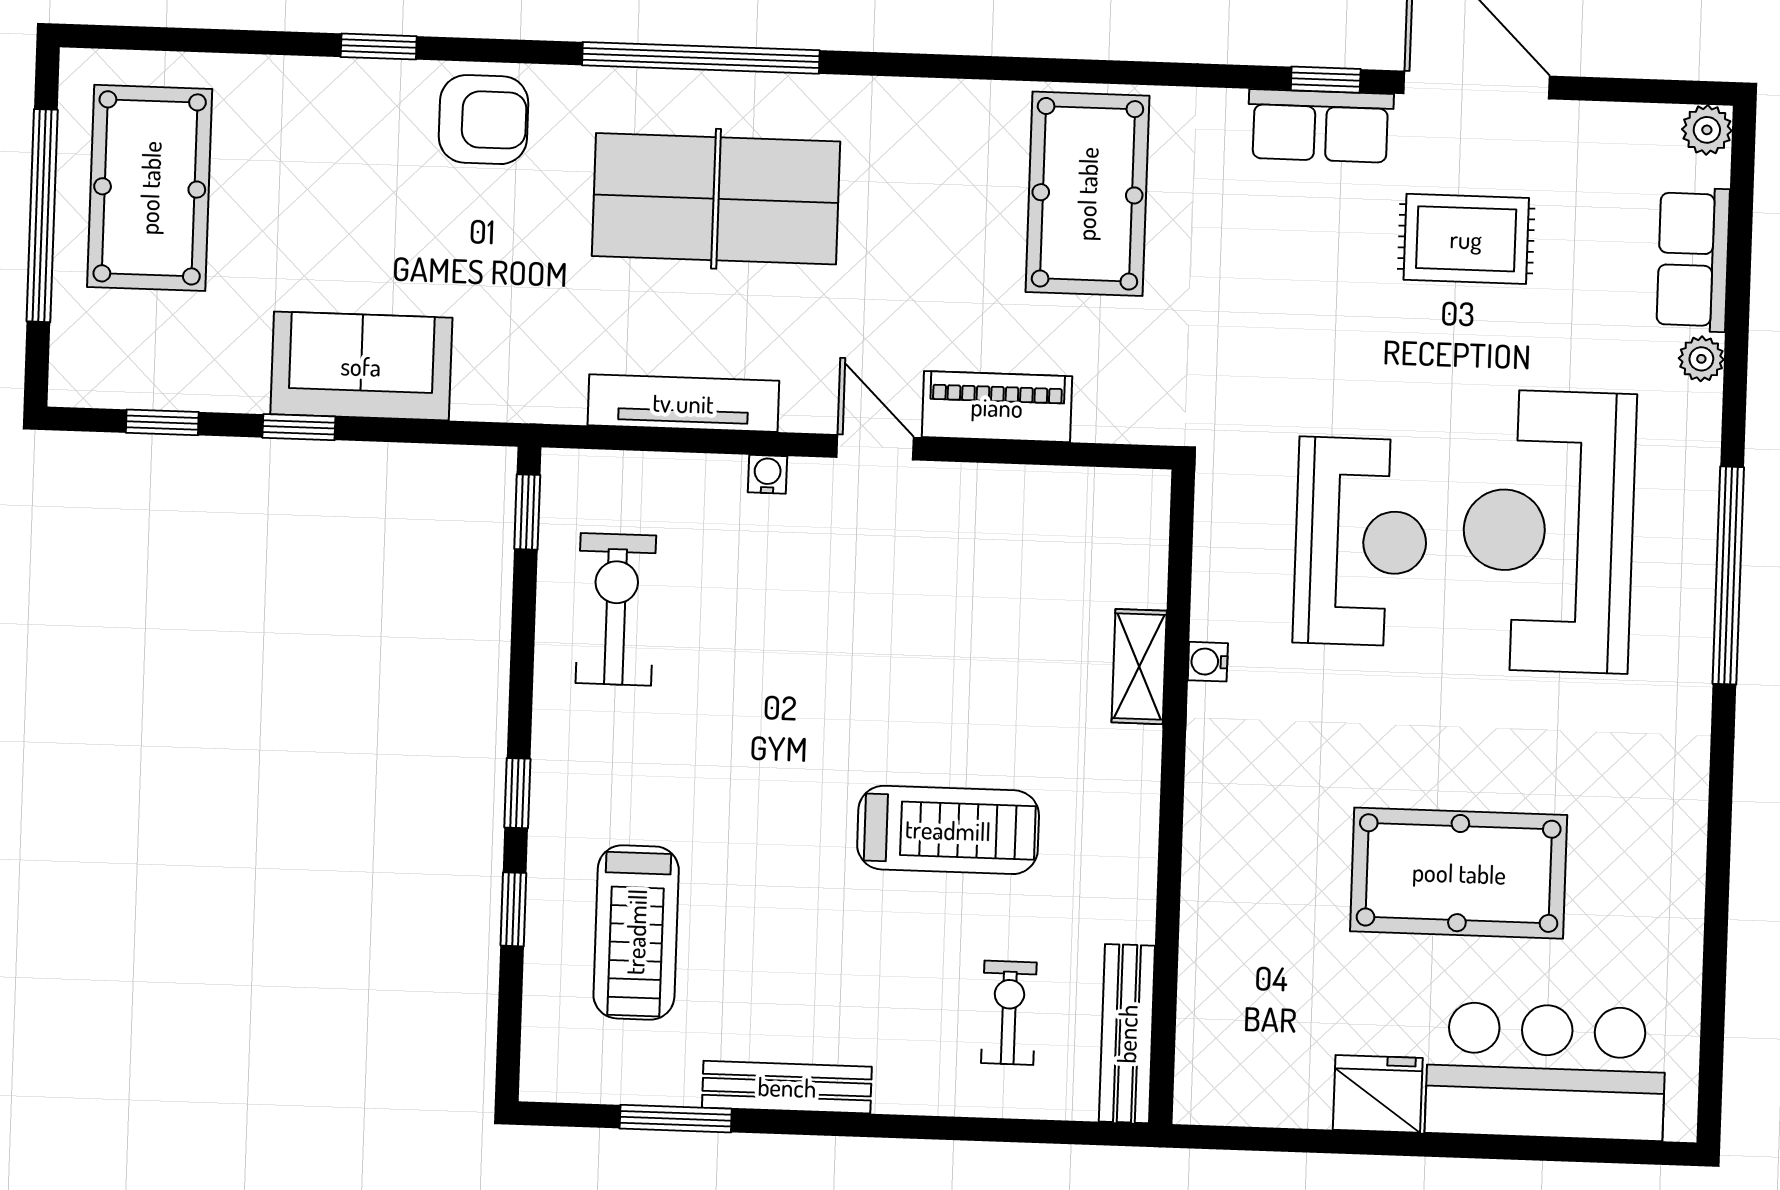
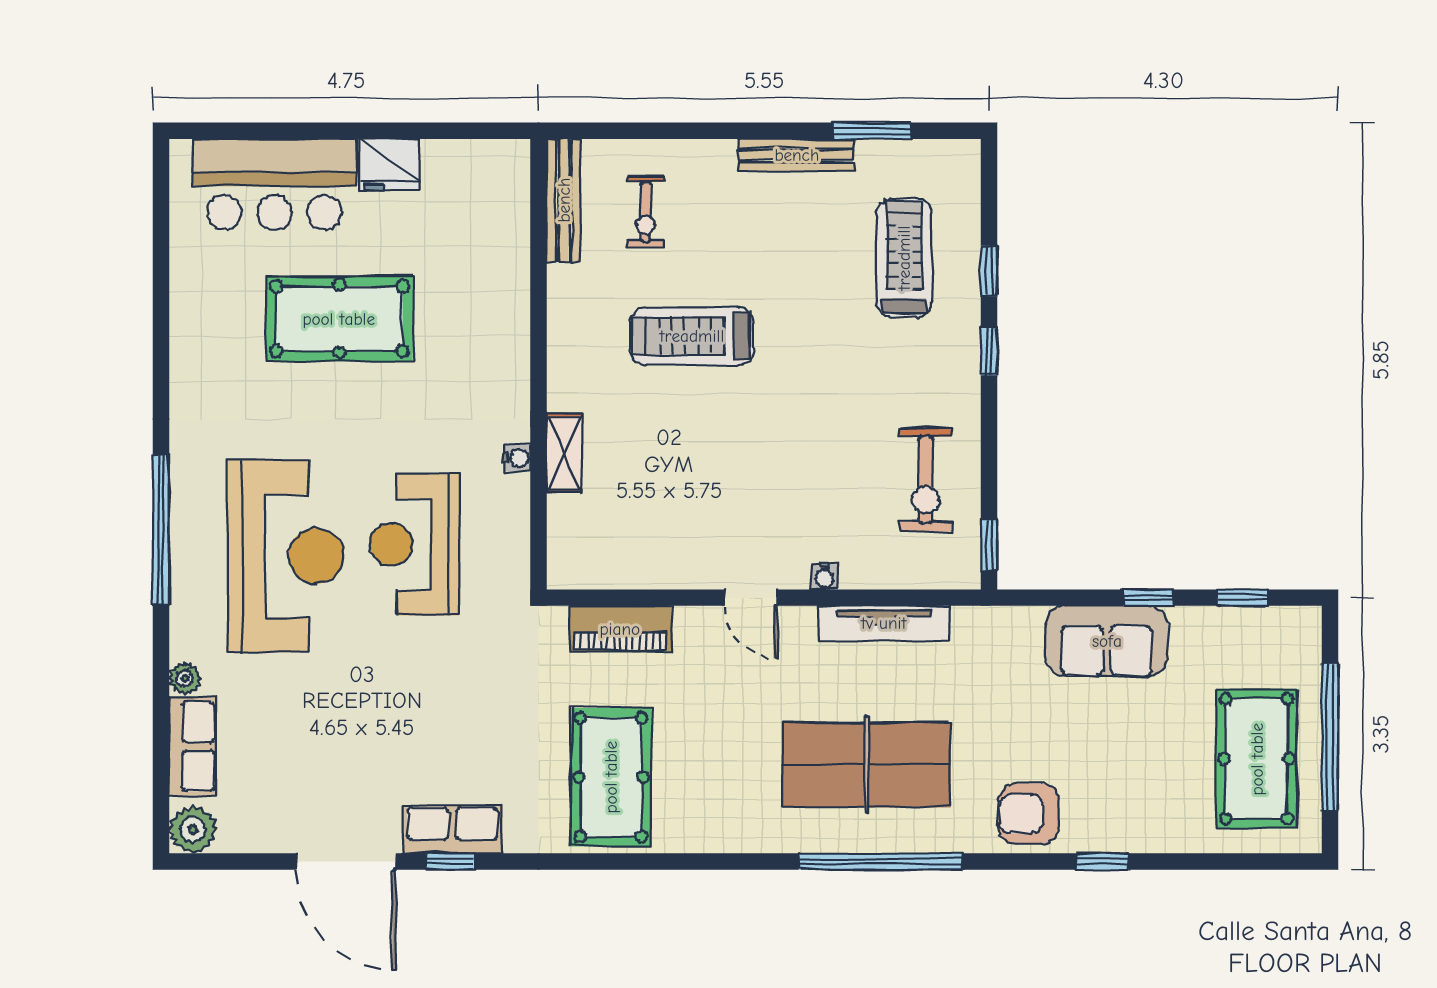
plant: (1707, 130) -> (193, 830), width x1.38, depth x1.38
rug: (1466, 239) -> (349, 755), removed
piano: (997, 407) -> (620, 629), moved

